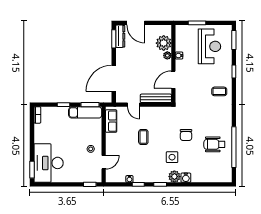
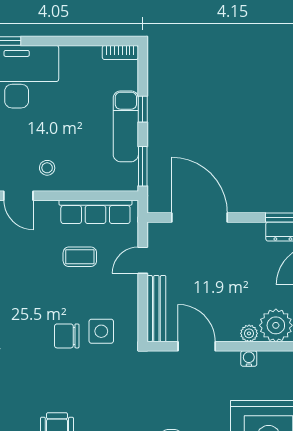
exam couch: (85, 112) -> (126, 126), moved
row of seats: (111, 121) -> (95, 212), width x1.48
chair: (186, 135) -> (67, 336), moved
coffee table: (143, 137) -> (80, 257), moved
side table: (172, 157) -> (101, 331), moved

